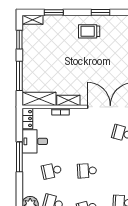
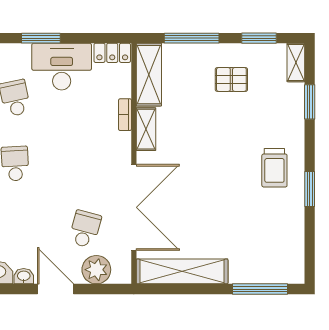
trolley: (89, 31) -> (274, 168), turned 180
pallet: (42, 54) -> (231, 79), added
desk: (35, 141) -> (62, 67), width x1.37
window: (19, 157) -> (41, 38), width x0.69

